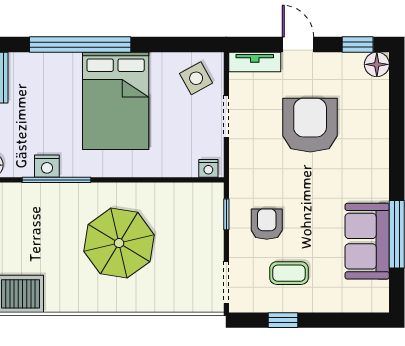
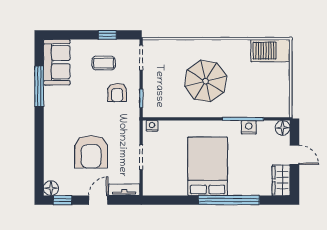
door: (298, 45) -> (98, 200), swing flipped
side table: (196, 78) -> (159, 180), removed
sofa: (367, 241) -> (57, 62), moved

